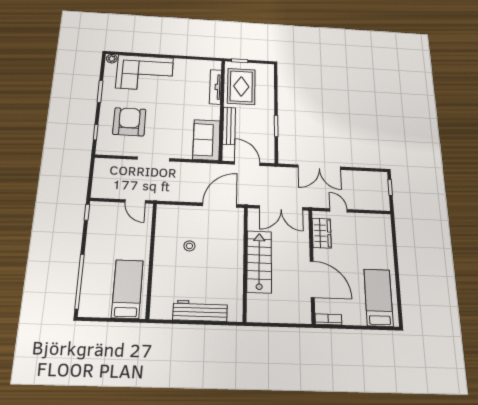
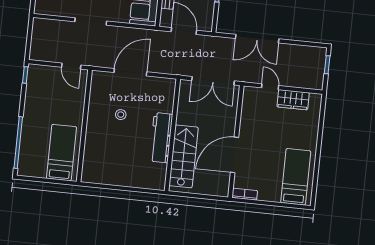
door: (220, 205) -> (130, 72), moved
wardrobe: (322, 233) -> (293, 100), moved, turned 90
stairs: (259, 262) -> (184, 156), moved
door: (312, 279) -> (235, 155), swing flipped
workbench: (200, 311) -> (161, 138), moved, turned -90

